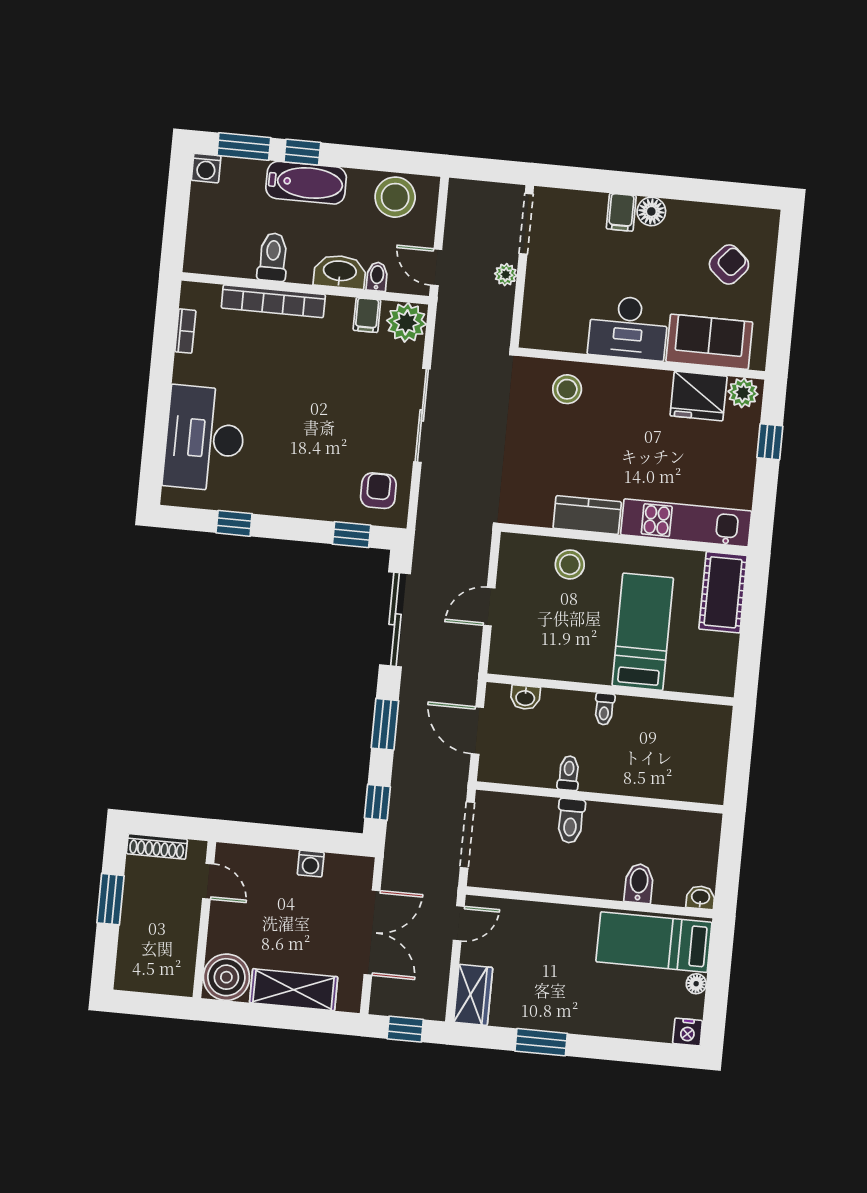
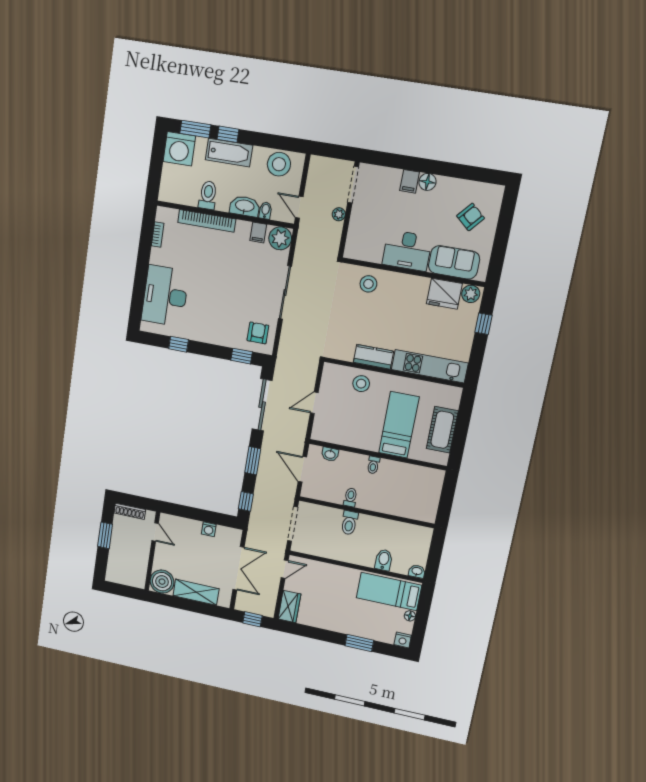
washing machine: (206, 168) -> (179, 149), width x1.89, depth x1.89
cot: (723, 592) -> (442, 430), moved
window: (541, 1042) -> (359, 643), moved

